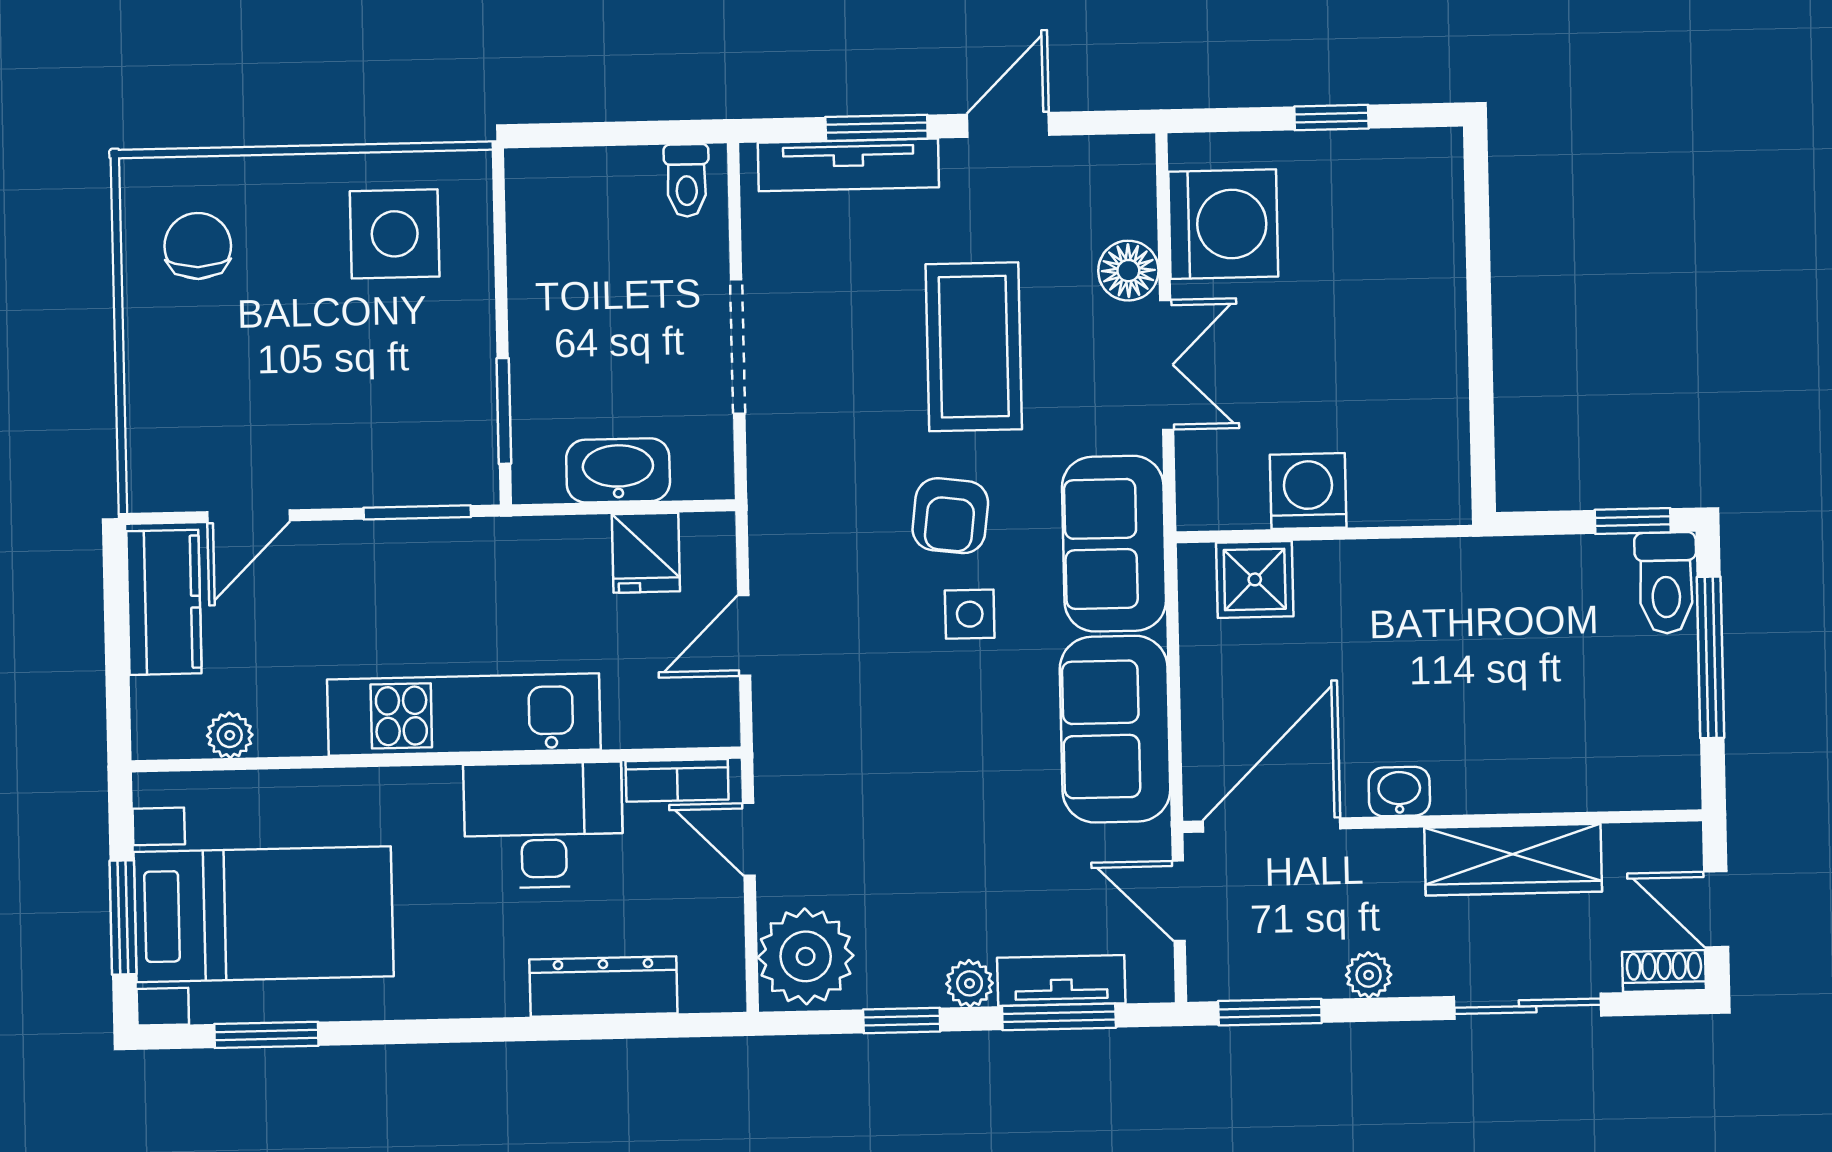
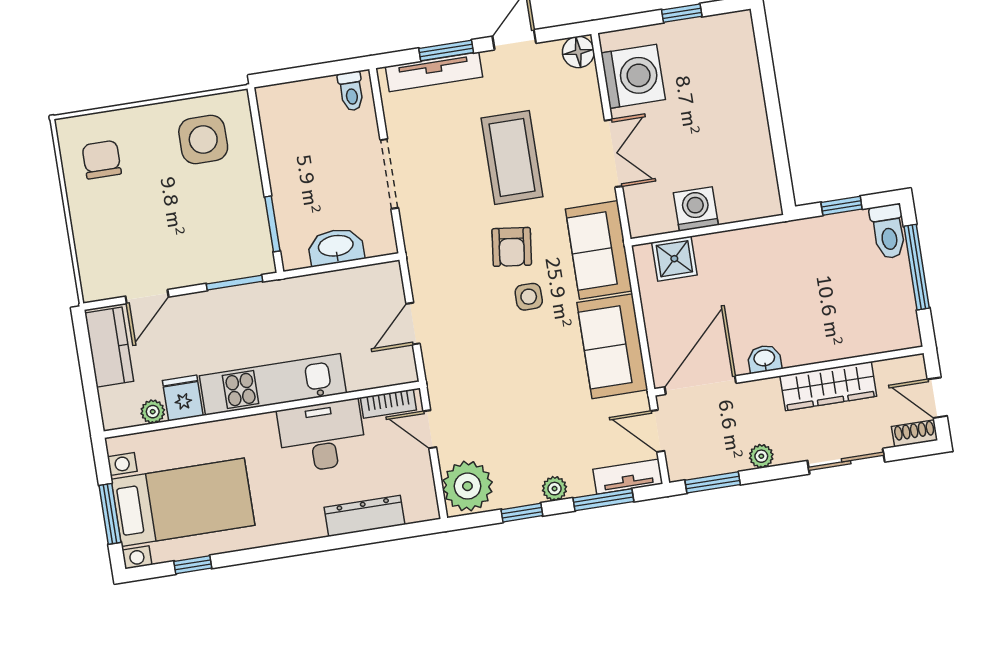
floor lamp: (1128, 271) -> (578, 52), moved
window: (1633, 521) -> (842, 206), moved
fridge: (646, 553) -> (183, 398), moved, turned 180
tv unit: (1061, 981) -> (628, 477), moved
window: (266, 1035) -> (193, 565), width x0.67

